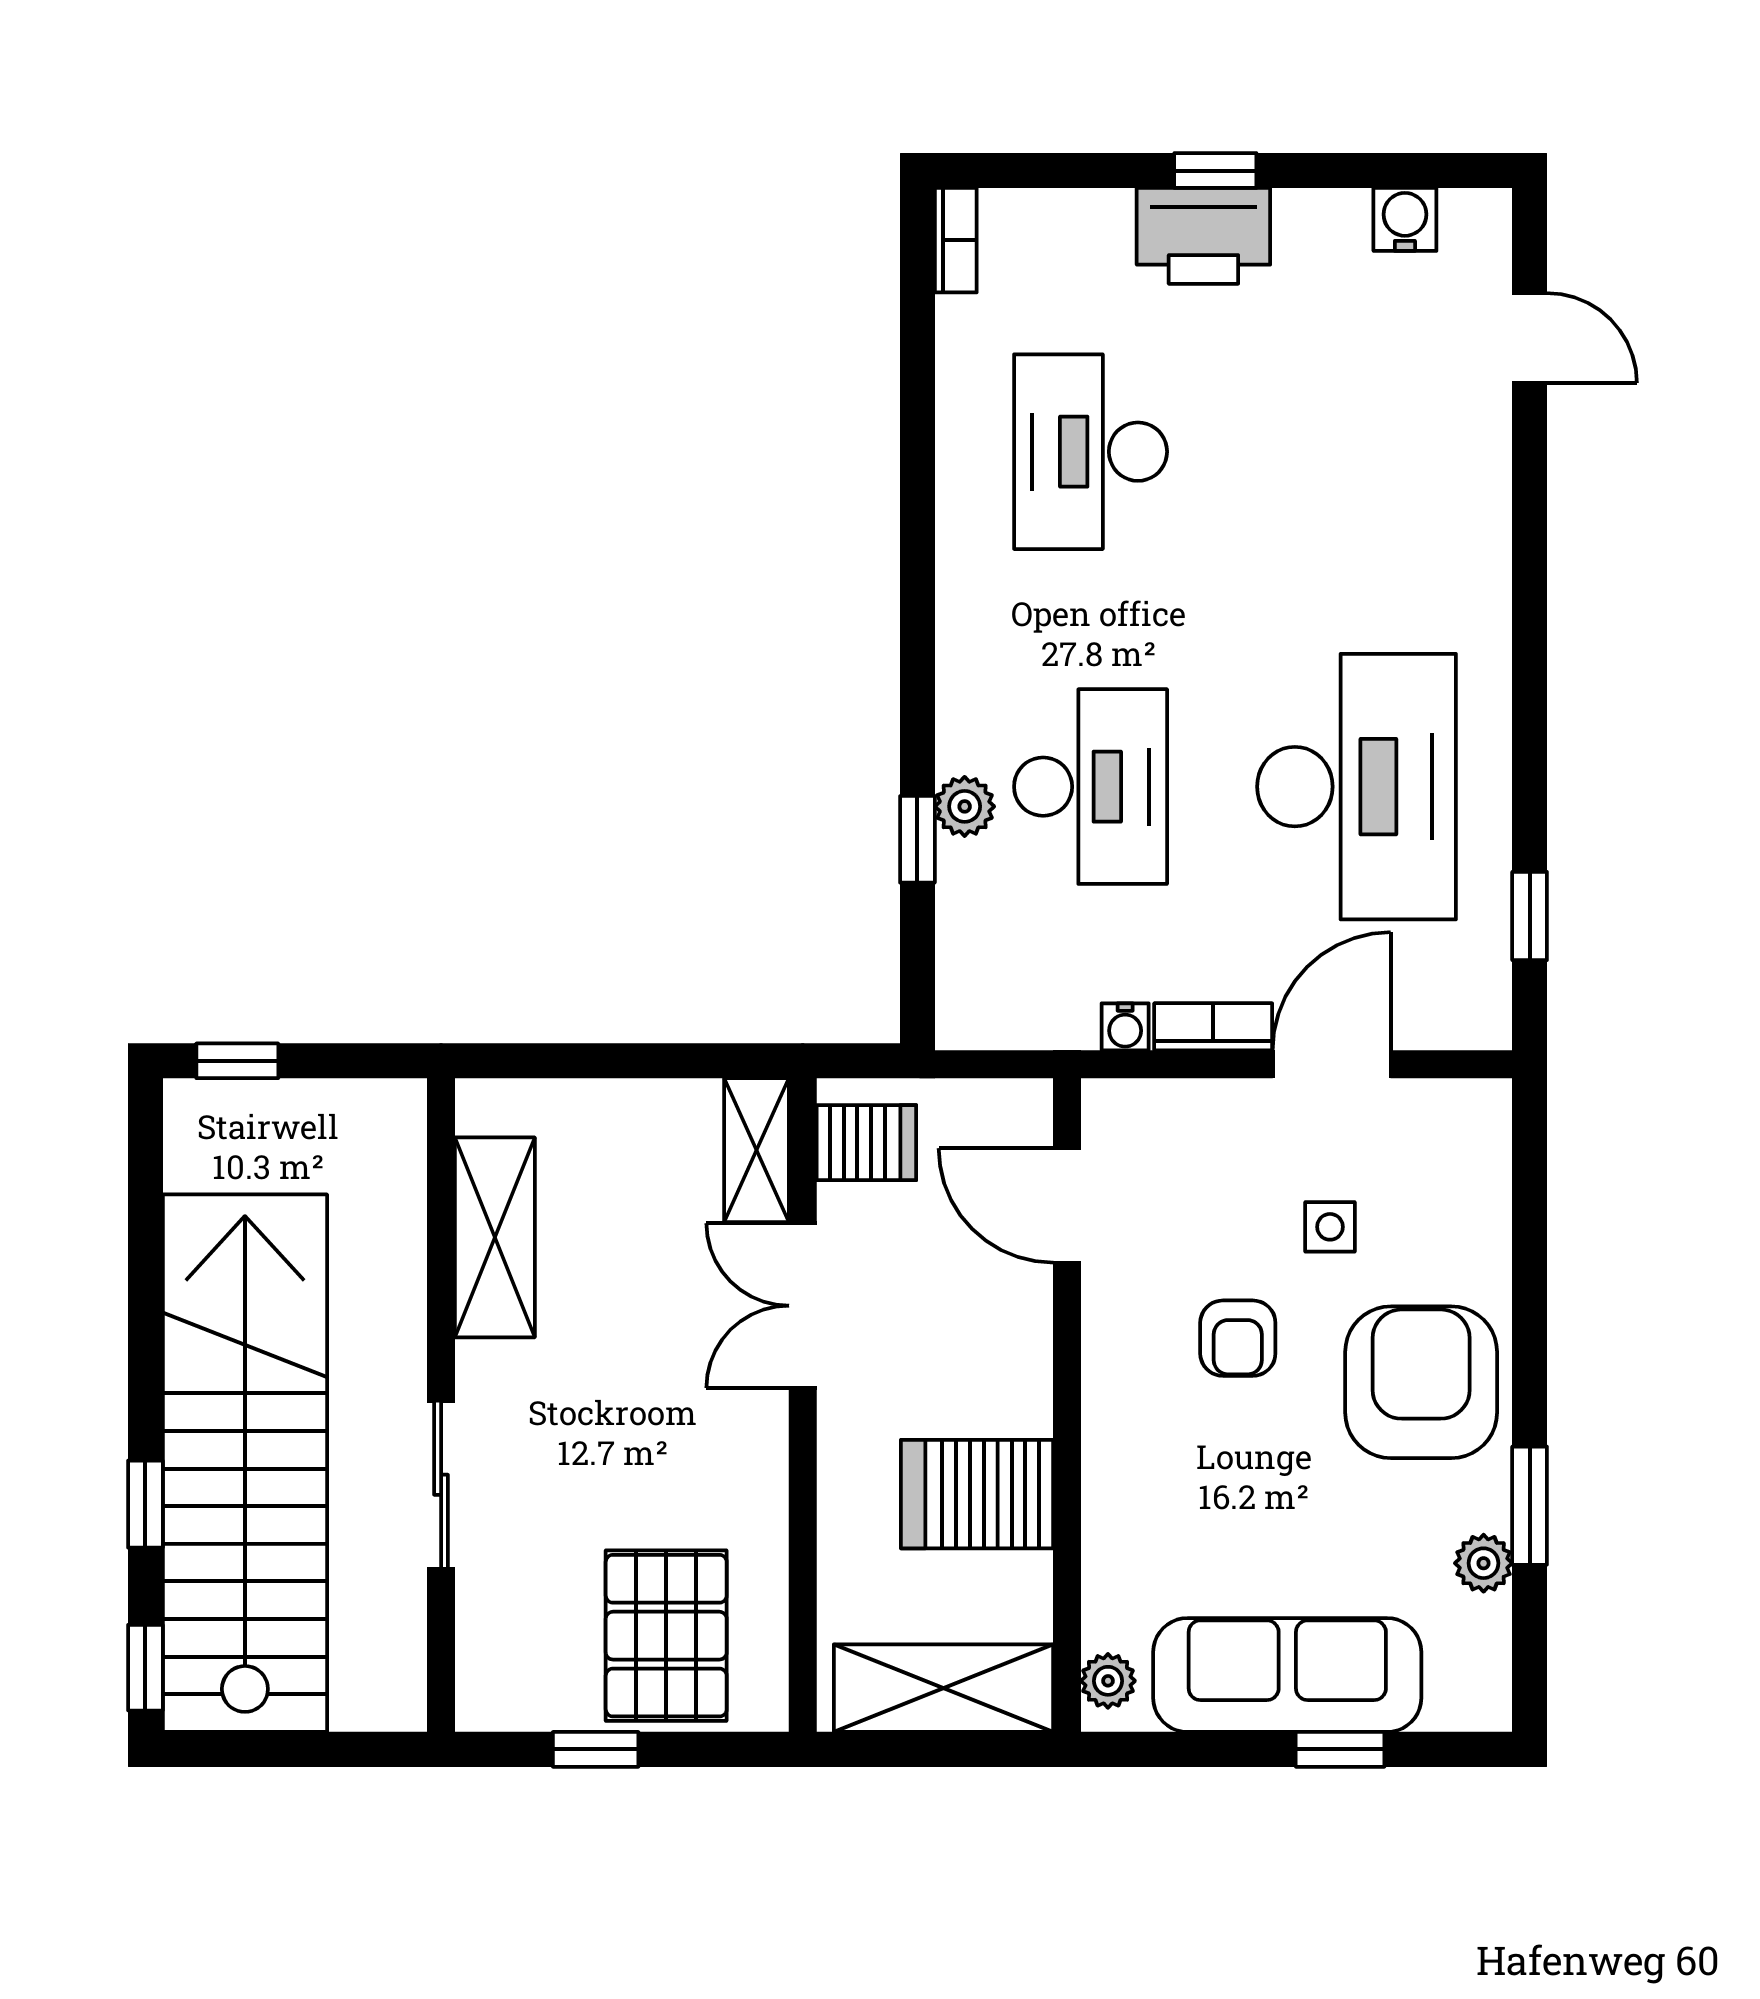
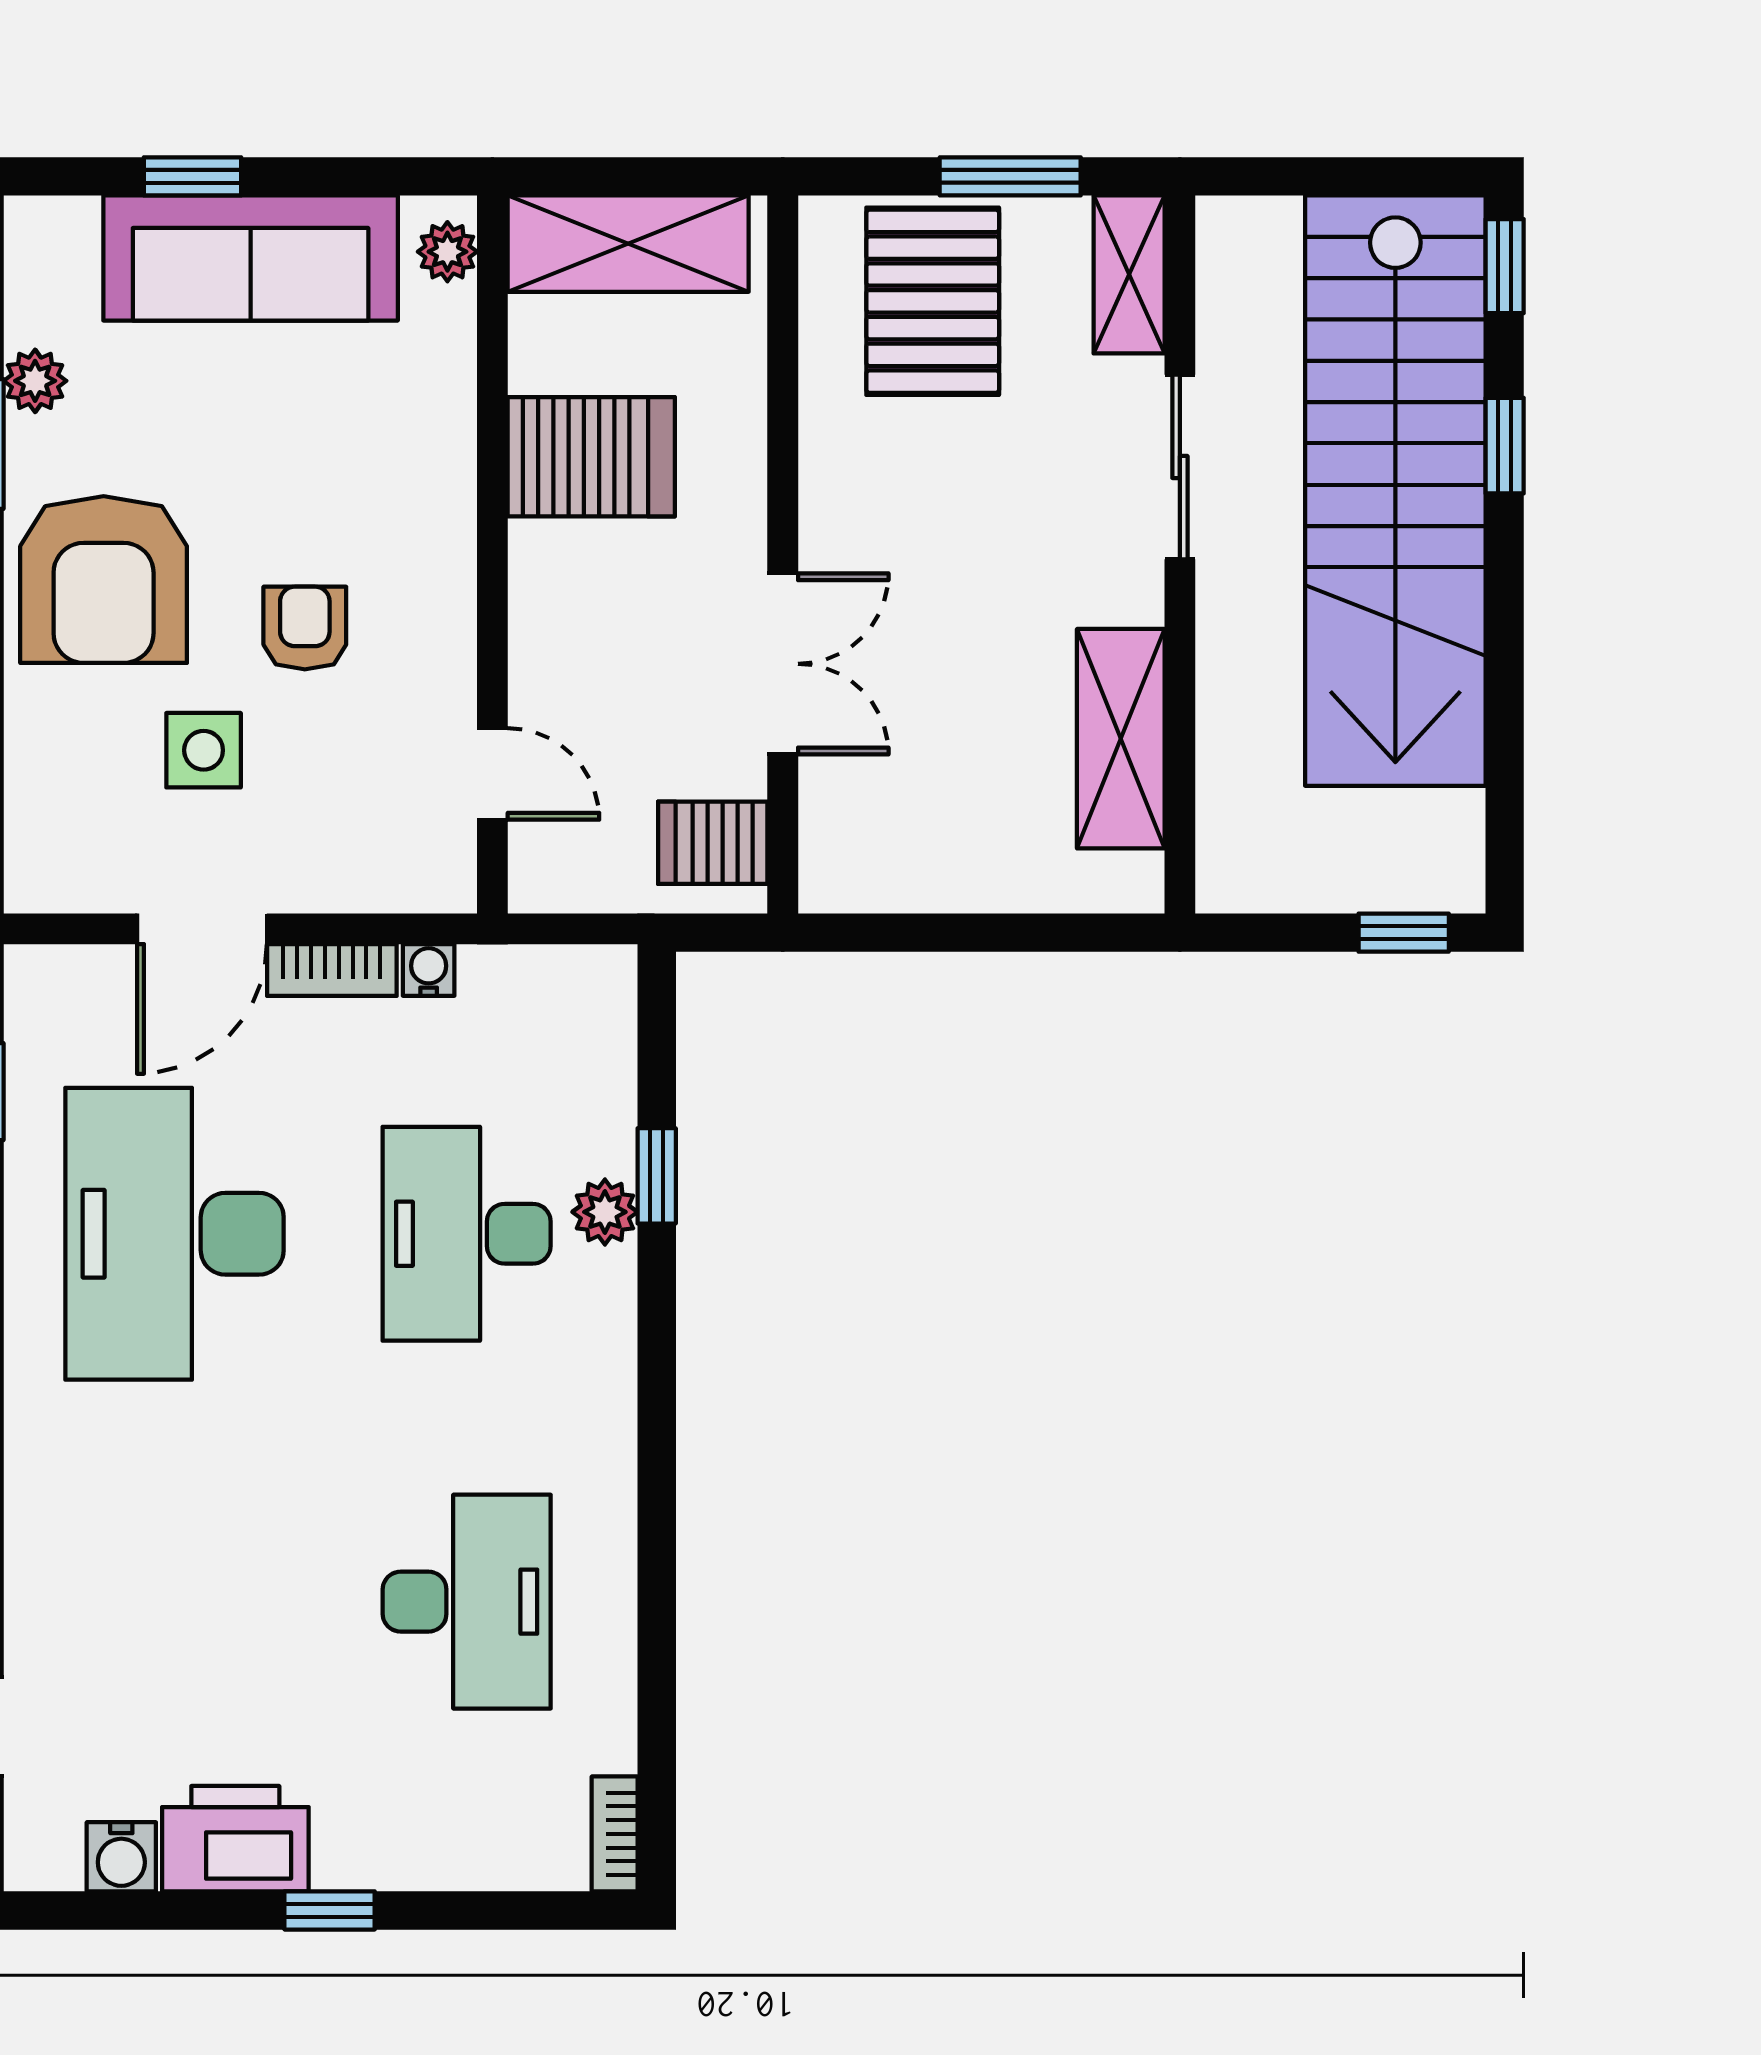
printer: (1203, 236) -> (235, 1839), moved
shelving: (756, 1150) -> (1129, 274), moved
door: (1067, 1205) -> (492, 774), width x0.73
side table: (1330, 1227) -> (204, 750), width x1.37, depth x1.37
window: (596, 1749) -> (1010, 176), width x1.50

